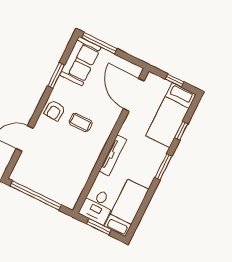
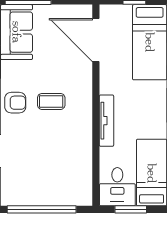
armchair: (55, 111) -> (15, 103), turned -94

